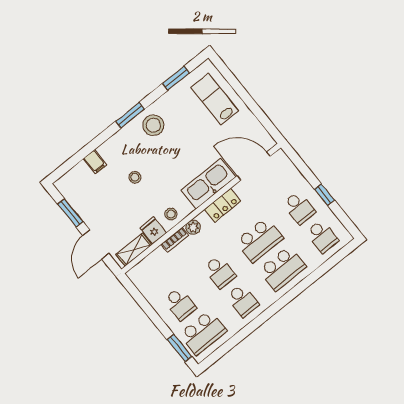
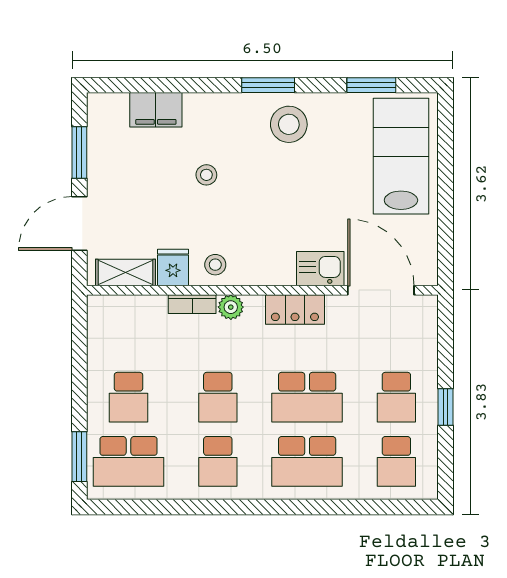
lab bench: (215, 99) -> (401, 156), width x1.36, depth x1.39
filing cabinet: (95, 162) -> (156, 110), width x2.00
kitchen sink: (208, 184) -> (320, 269), width x0.53, depth x0.81

